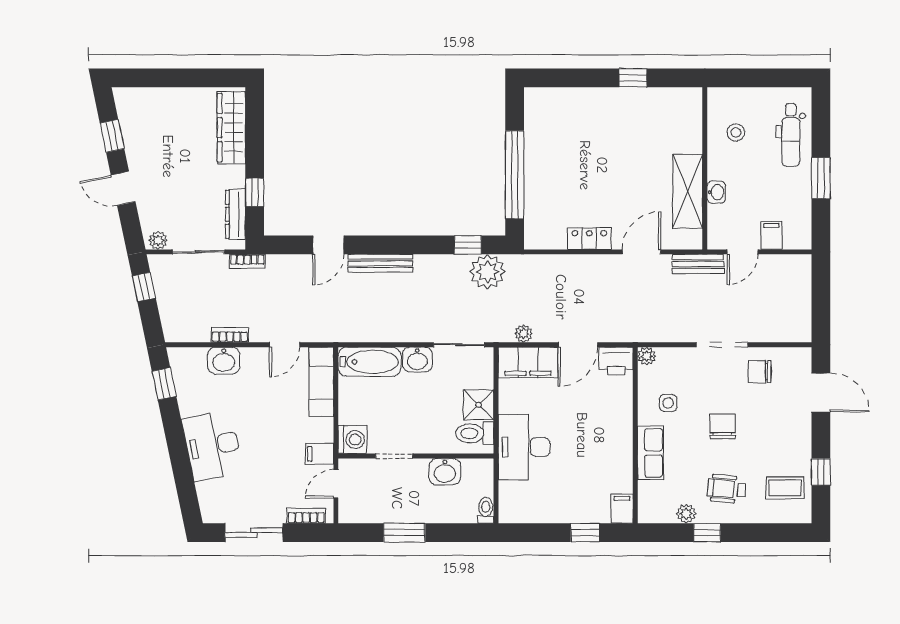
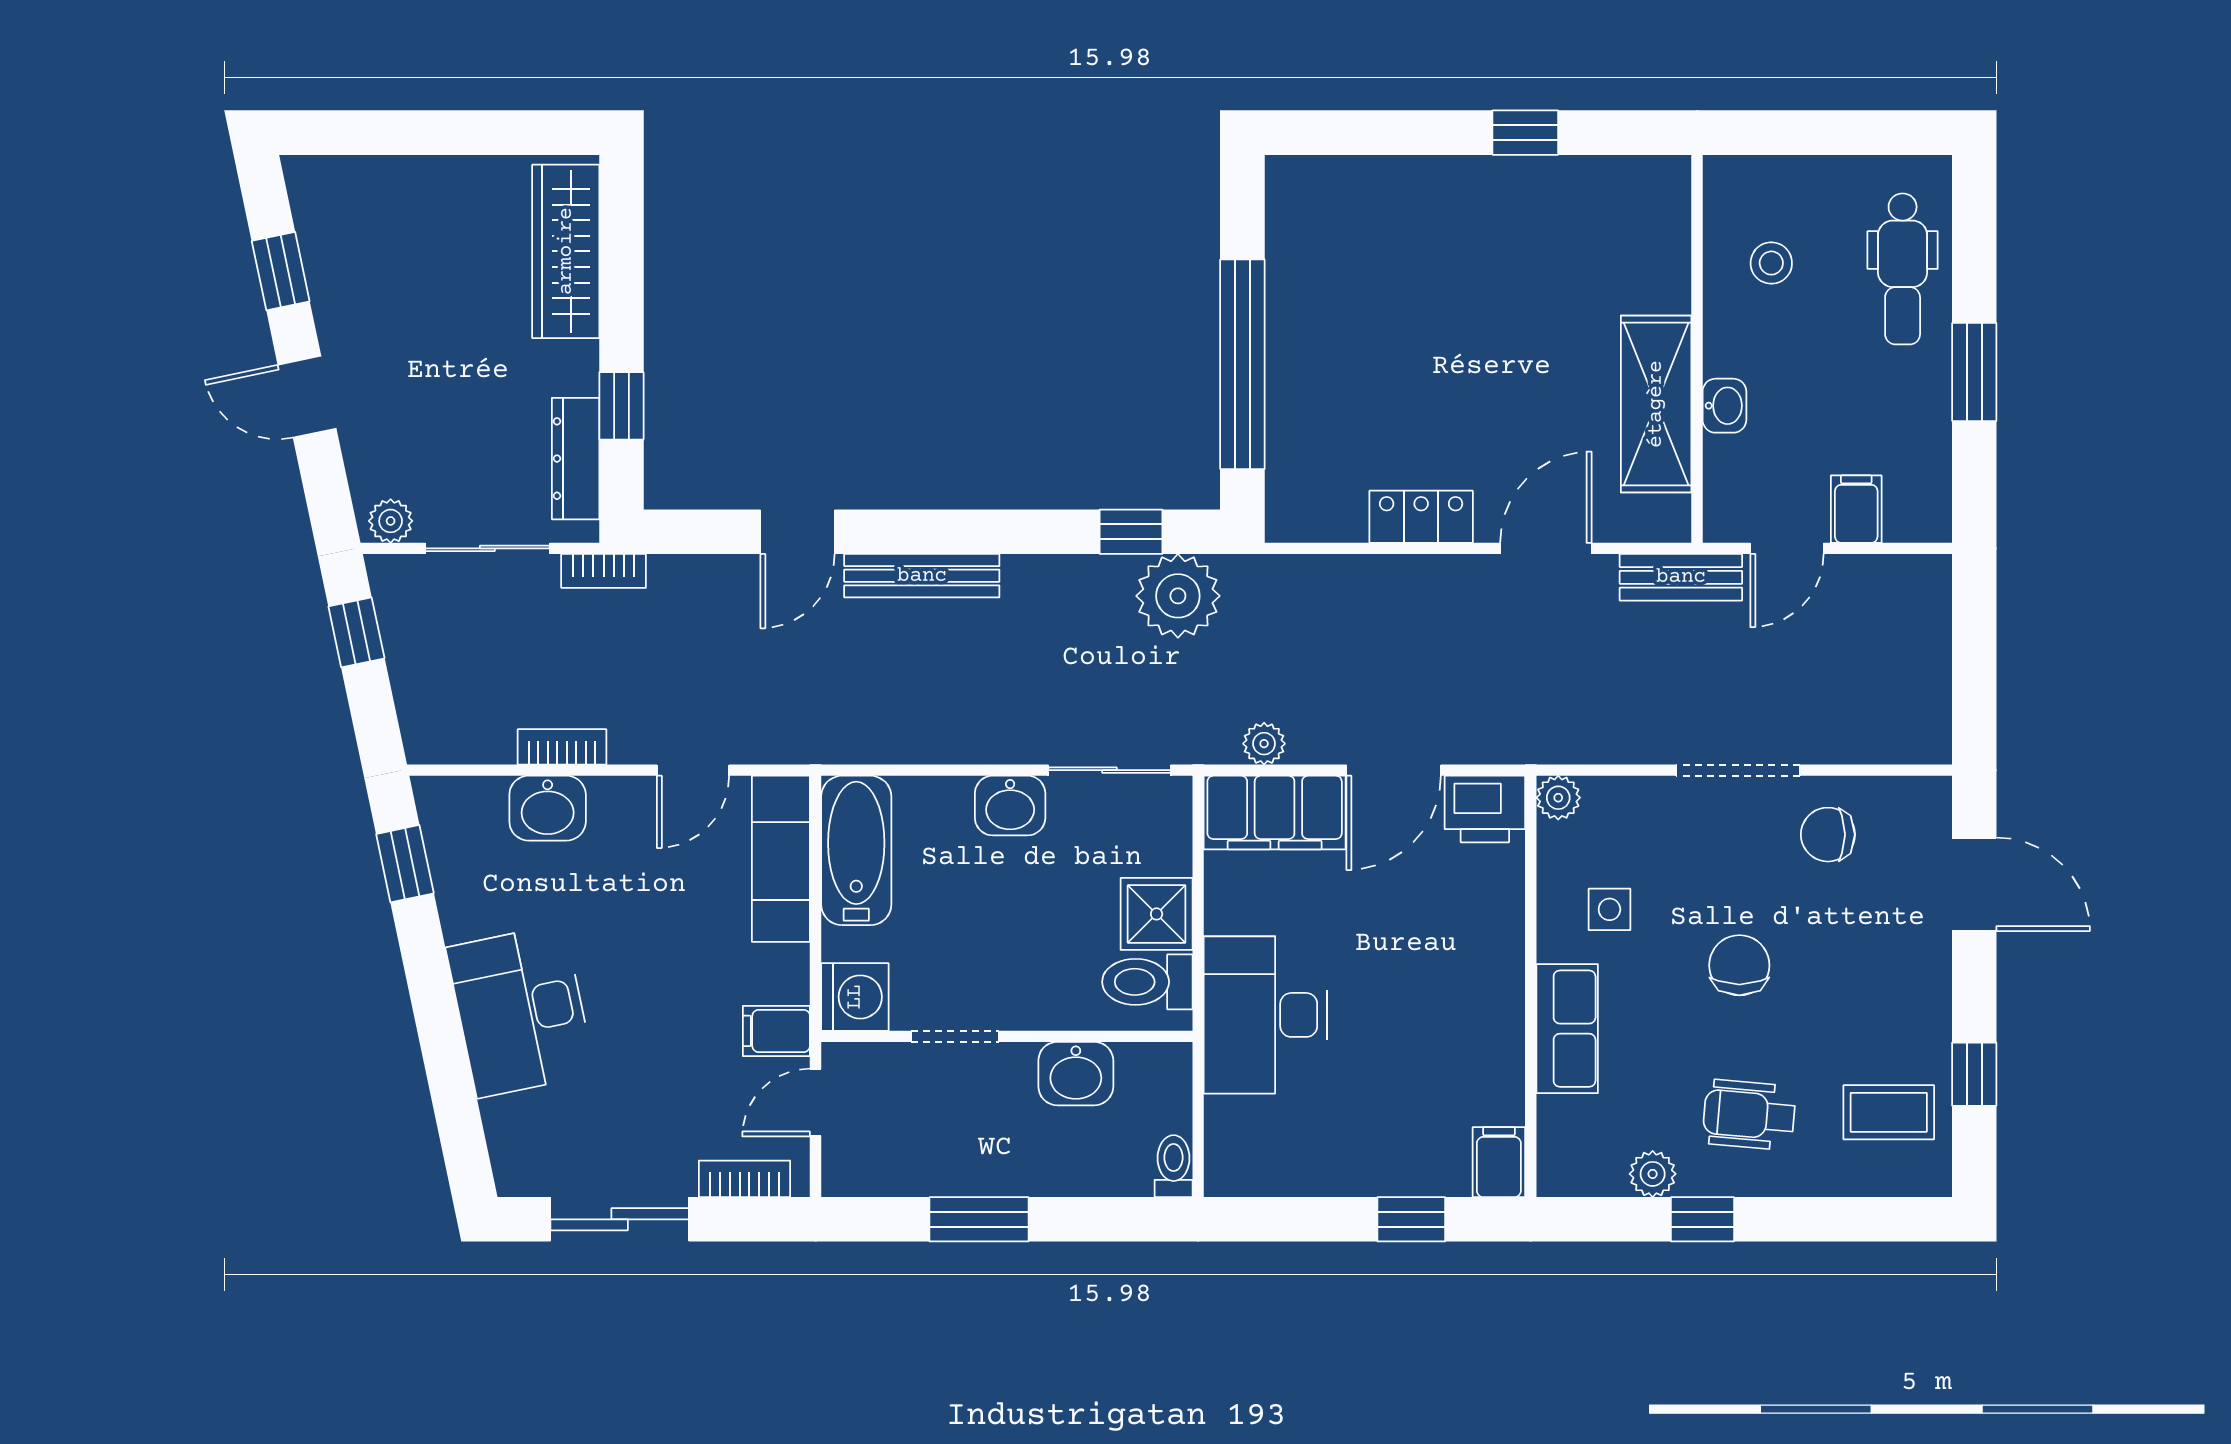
bathtub: (369, 362) -> (856, 850), moved, turned -90

